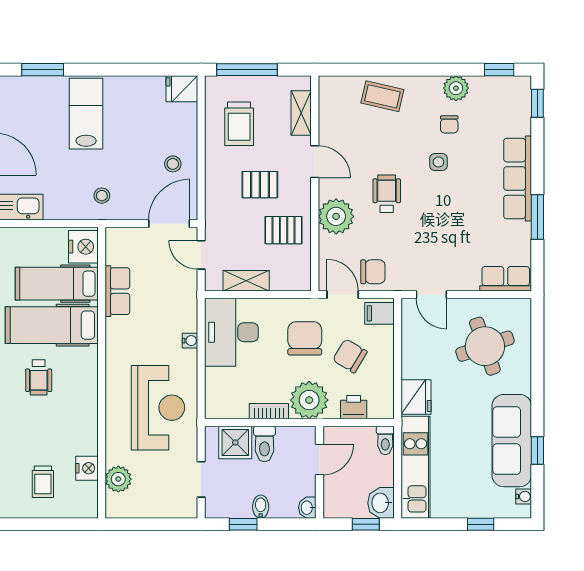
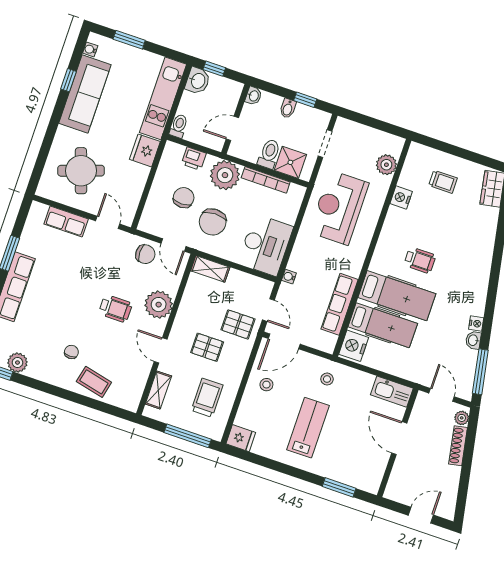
plant: (456, 88) -> (17, 363), moved
lab bench: (86, 114) -> (308, 428), moved, turned 180
chair: (449, 124) -> (71, 352), moved
side table: (438, 162) -> (69, 319), removed
wheelchair: (387, 194) -> (115, 309), turned -90
pallet: (284, 230) -> (238, 324), moved
chair: (373, 272) -> (145, 254), turned 180
row of seats: (506, 279) -> (66, 221), moved
shelving: (246, 281) -> (210, 269), moved
row of seats: (117, 291) -> (340, 304), width x1.48
filing cabinet: (379, 313) -> (151, 222), removed
water cooler: (190, 341) -> (289, 277), moved
chair: (350, 356) -> (184, 198), turned -121
wheelchair: (39, 377) -> (420, 260), turned 90
bookcase: (269, 411) -> (266, 180), width x1.56
nightstand: (87, 468) -> (401, 198), moved
trolley: (43, 482) -> (443, 182), turned 90
window: (481, 524) -> (129, 40), width x1.50

